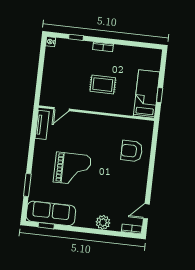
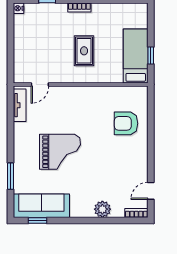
rug: (103, 85) -> (84, 51), turned 90

